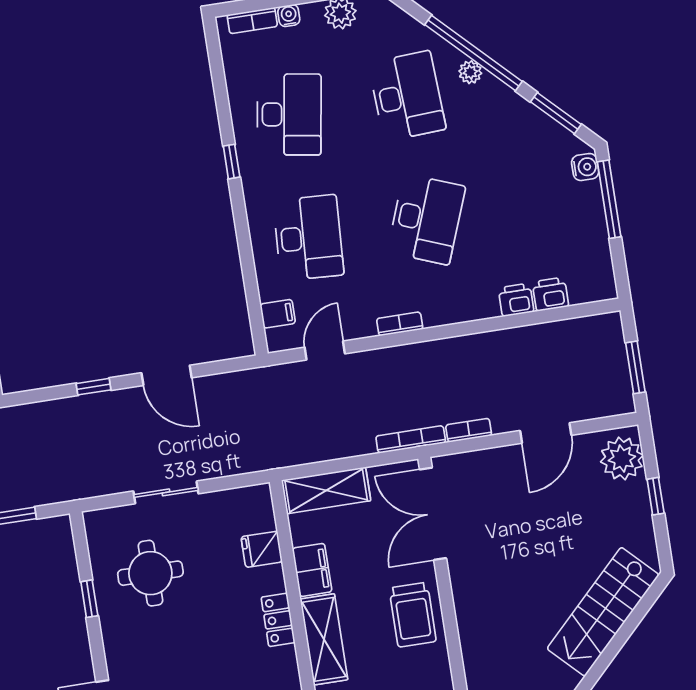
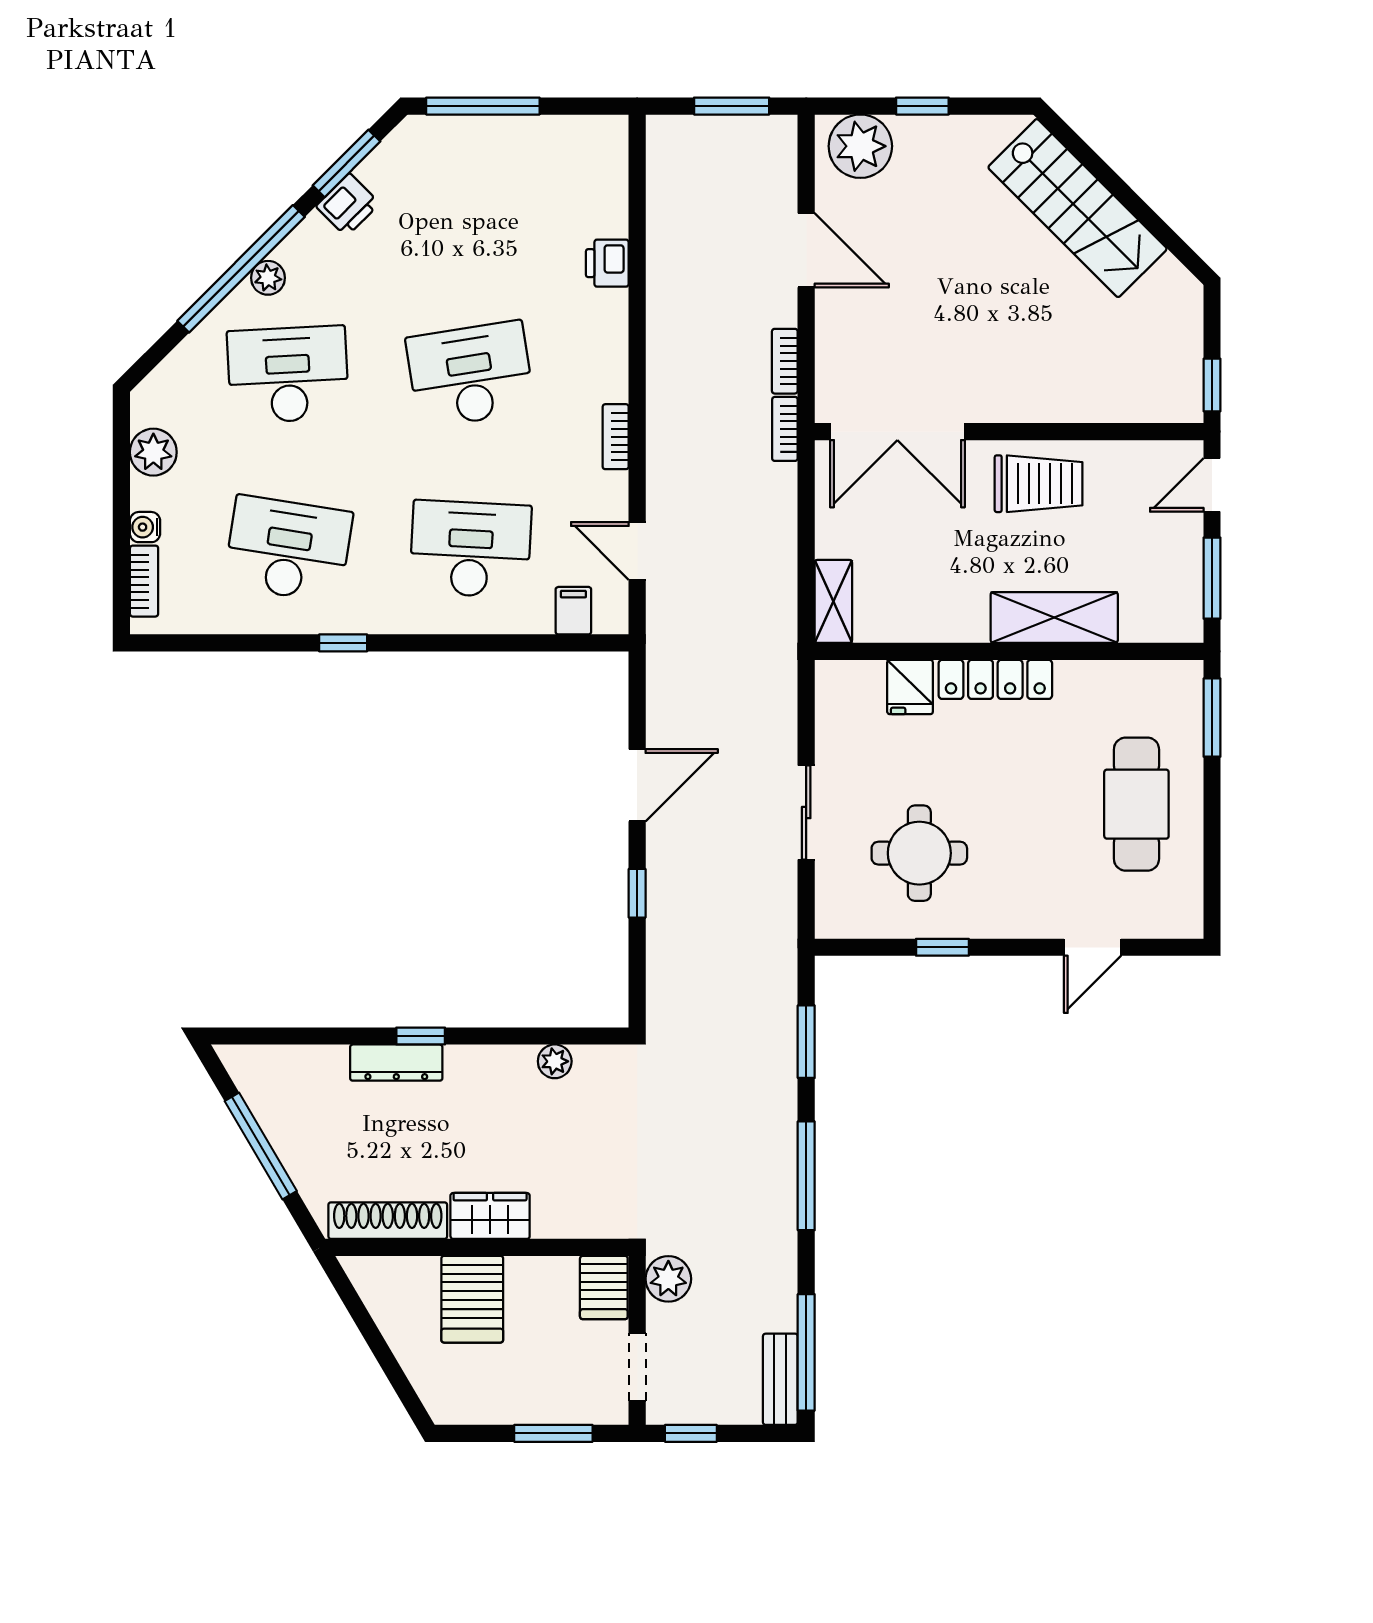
water cooler: (585, 167) -> (431, 133), removed
desk: (426, 219) -> (470, 374), turned -30
printer: (550, 294) -> (348, 205), moved, turned -135
bookcase: (411, 439) -> (785, 429), width x0.64
shelving: (326, 490) -> (833, 601), width x0.67, depth x0.75
filing cabinet: (312, 570) -> (951, 619), removed
locker: (278, 620) -> (995, 679), width x1.53

